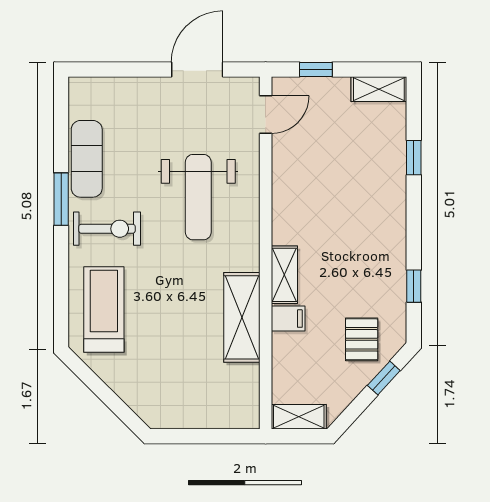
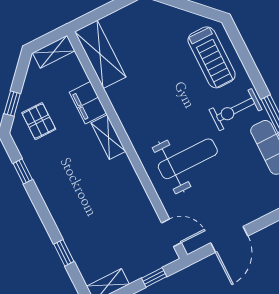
door: (266, 115) -> (171, 233), swing flipped
weight bench: (198, 197) -> (188, 159), turned 90
shelving: (242, 317) -> (100, 54), moved
filing cabinet: (288, 319) -> (88, 103), width x2.00

